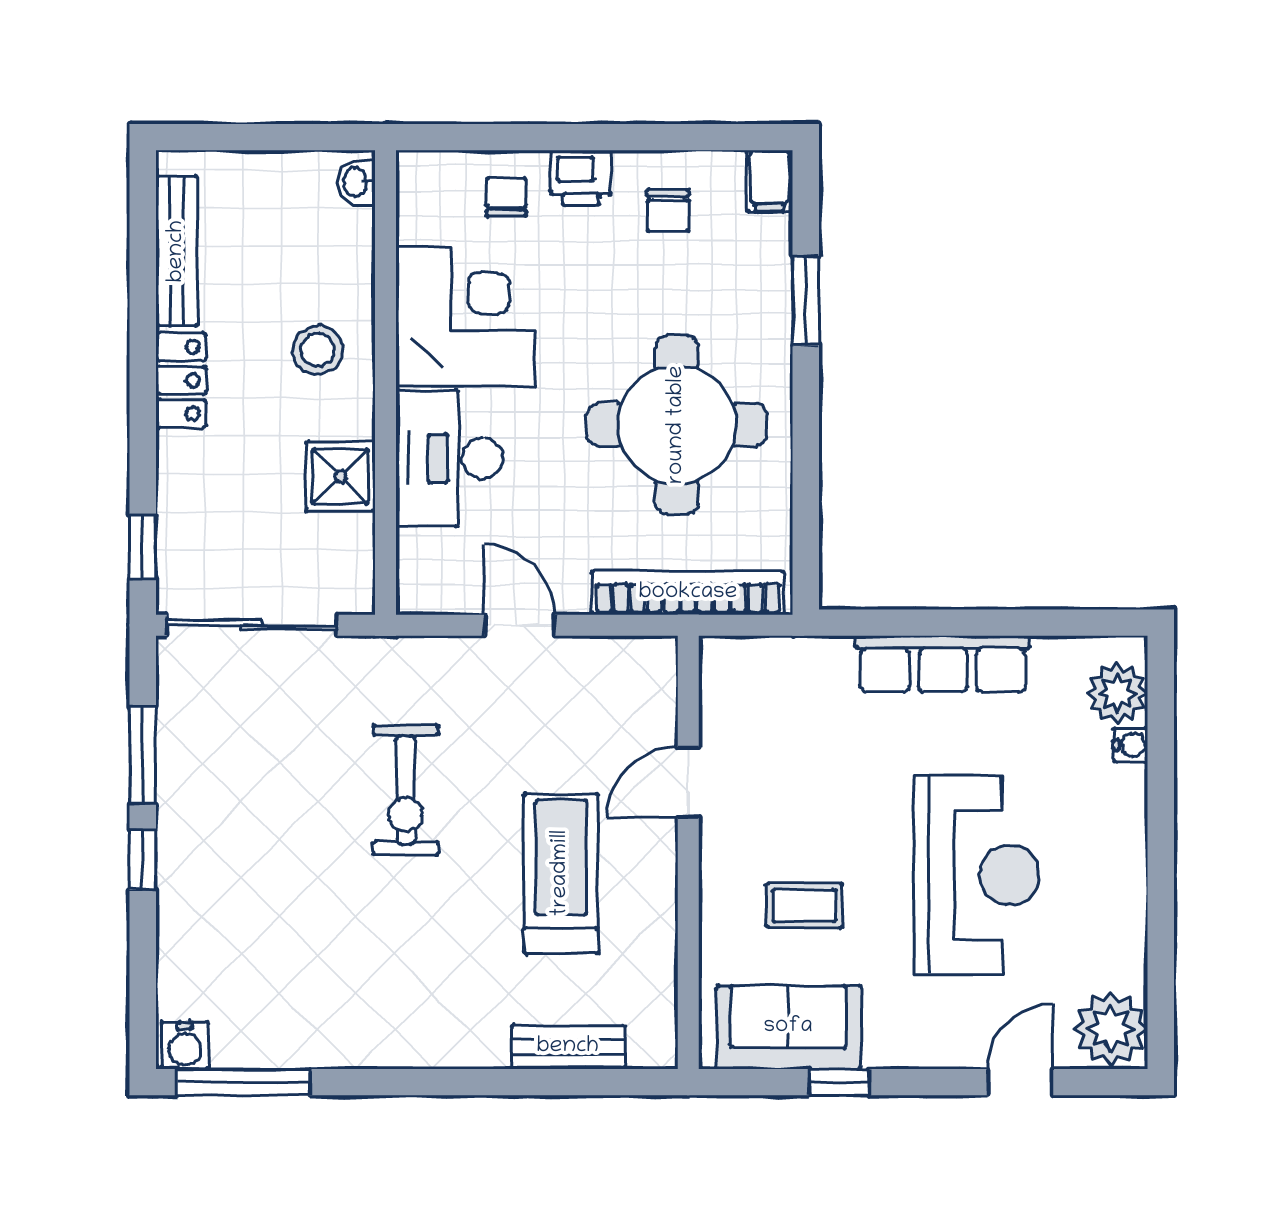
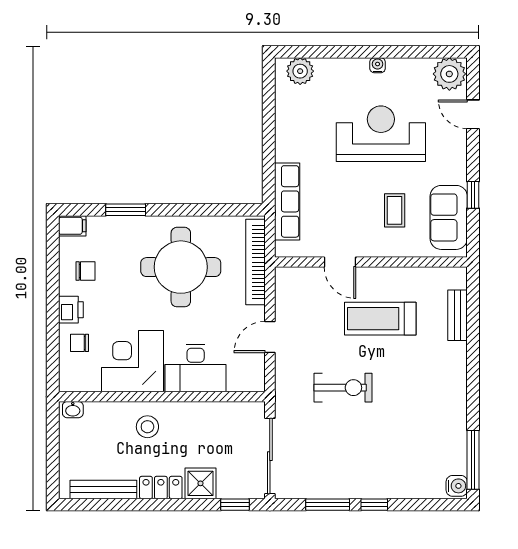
shower: (340, 477) -> (200, 483), moved
row of seats: (943, 664) -> (287, 201), moved
water cooler: (1131, 745) -> (378, 65), moved

